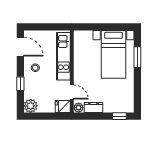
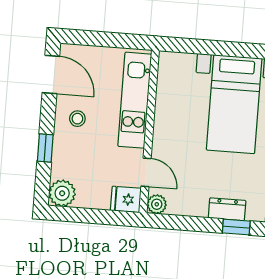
dresser: (93, 107) -> (227, 209), moved

